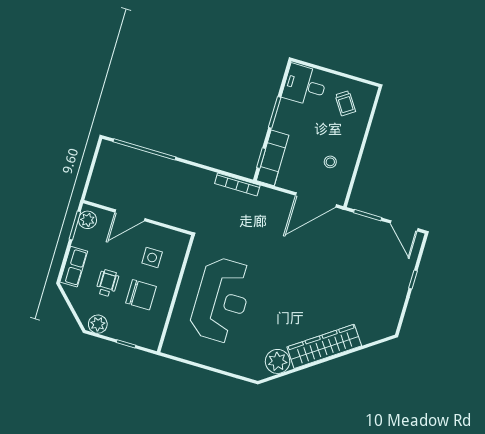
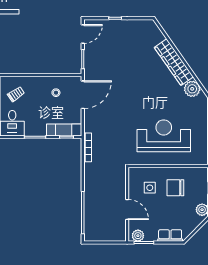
door: (316, 200) -> (83, 95), hinge flipped
wheelchair: (107, 283) -> (174, 211), removed
chair: (141, 295) -> (175, 188), turned -90

